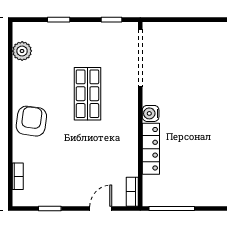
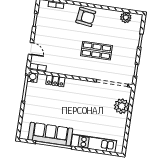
plant: (178, 35) -> (122, 106), added
water cooler: (151, 113) -> (33, 77), moved
locker: (151, 149) -> (55, 81), width x0.66

